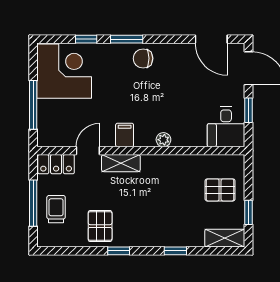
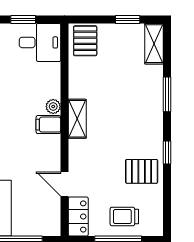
filing cabinet: (125, 135) -> (48, 125), moved
shelving: (121, 163) -> (77, 119), moved
pallet: (220, 190) -> (85, 41), moved
window: (175, 251) -> (167, 94), width x1.50

